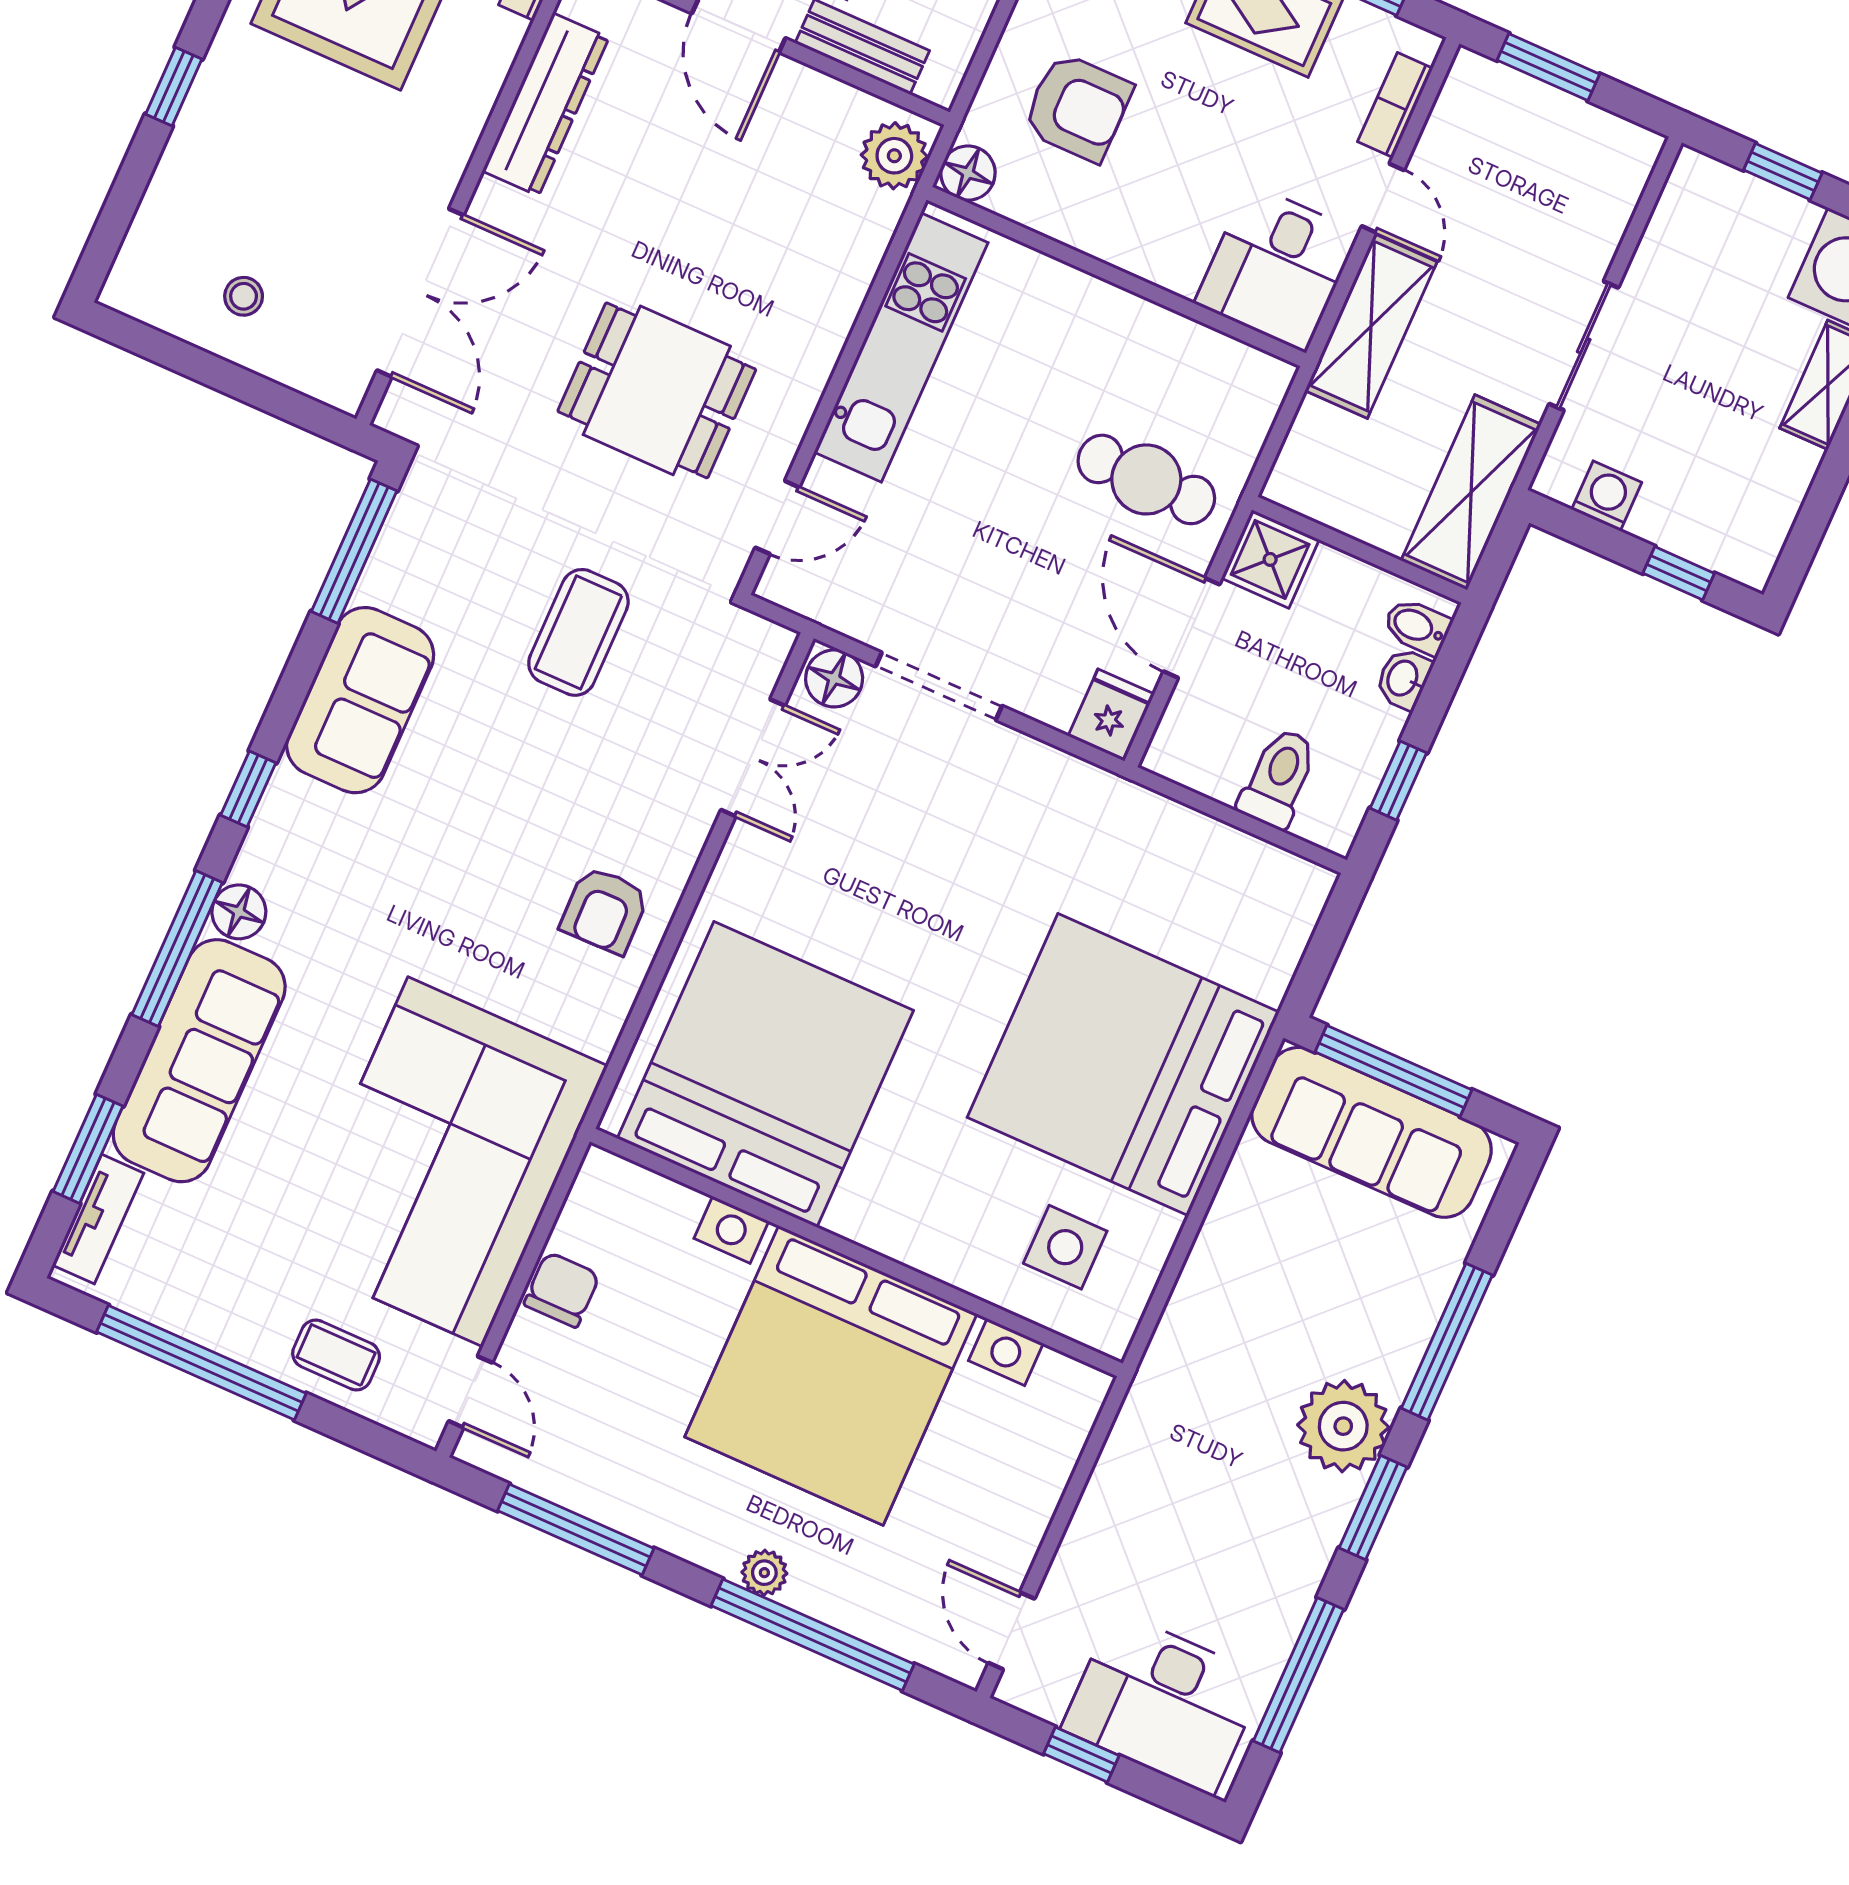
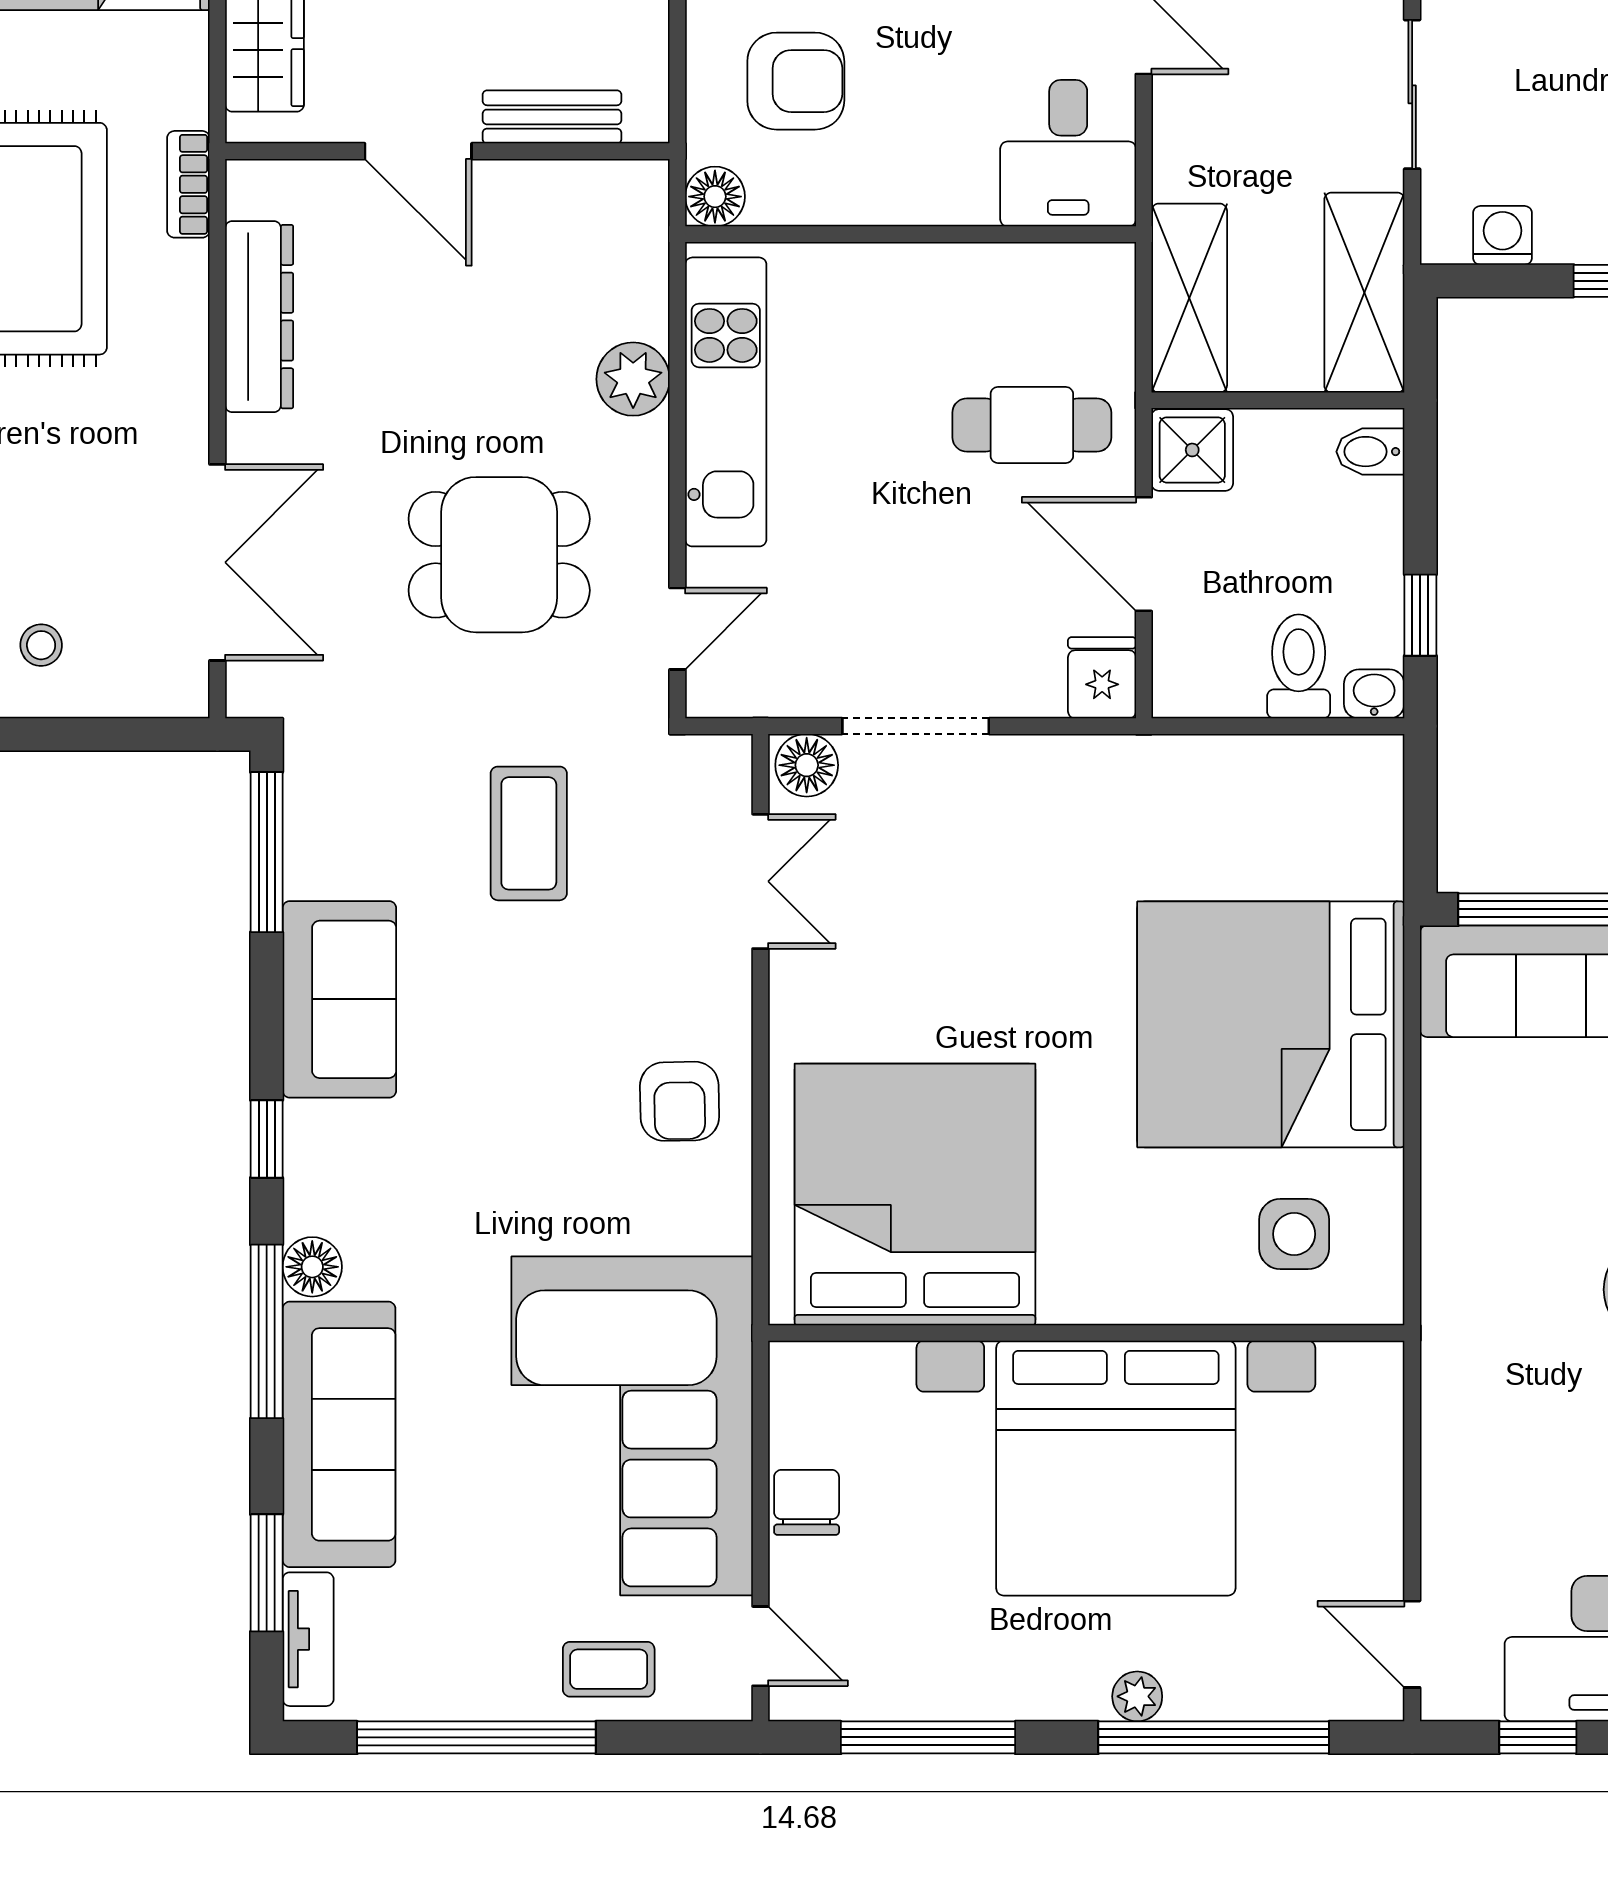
plant: (894, 156) -> (633, 379), moved
shelving: (1371, 326) -> (1189, 298), moved
washbasin: (1404, 679) -> (1374, 694), moved, turned 90

